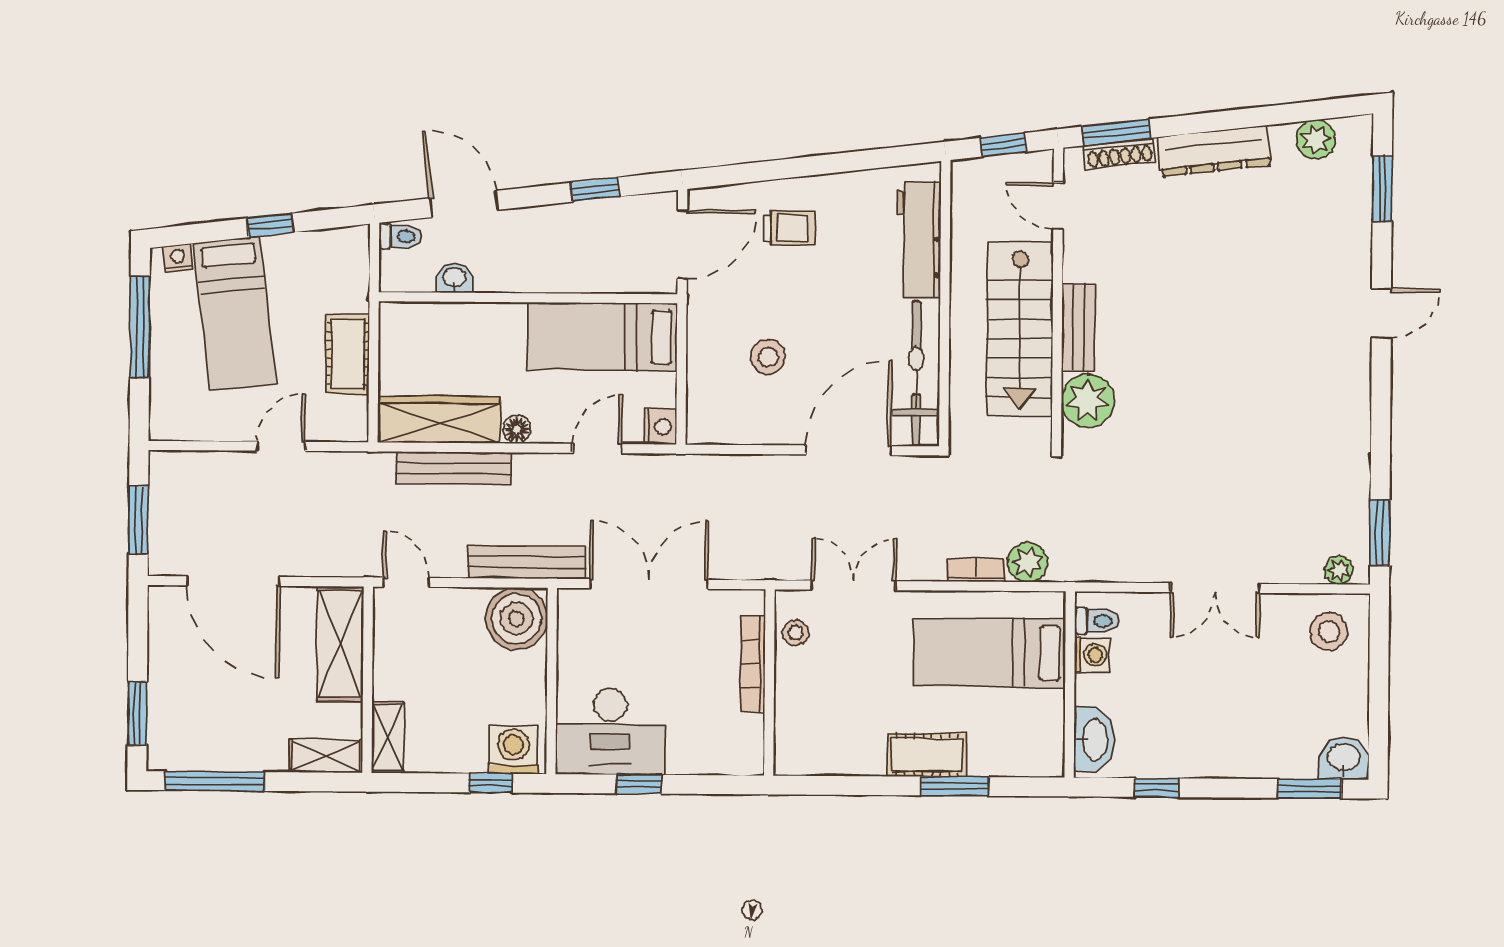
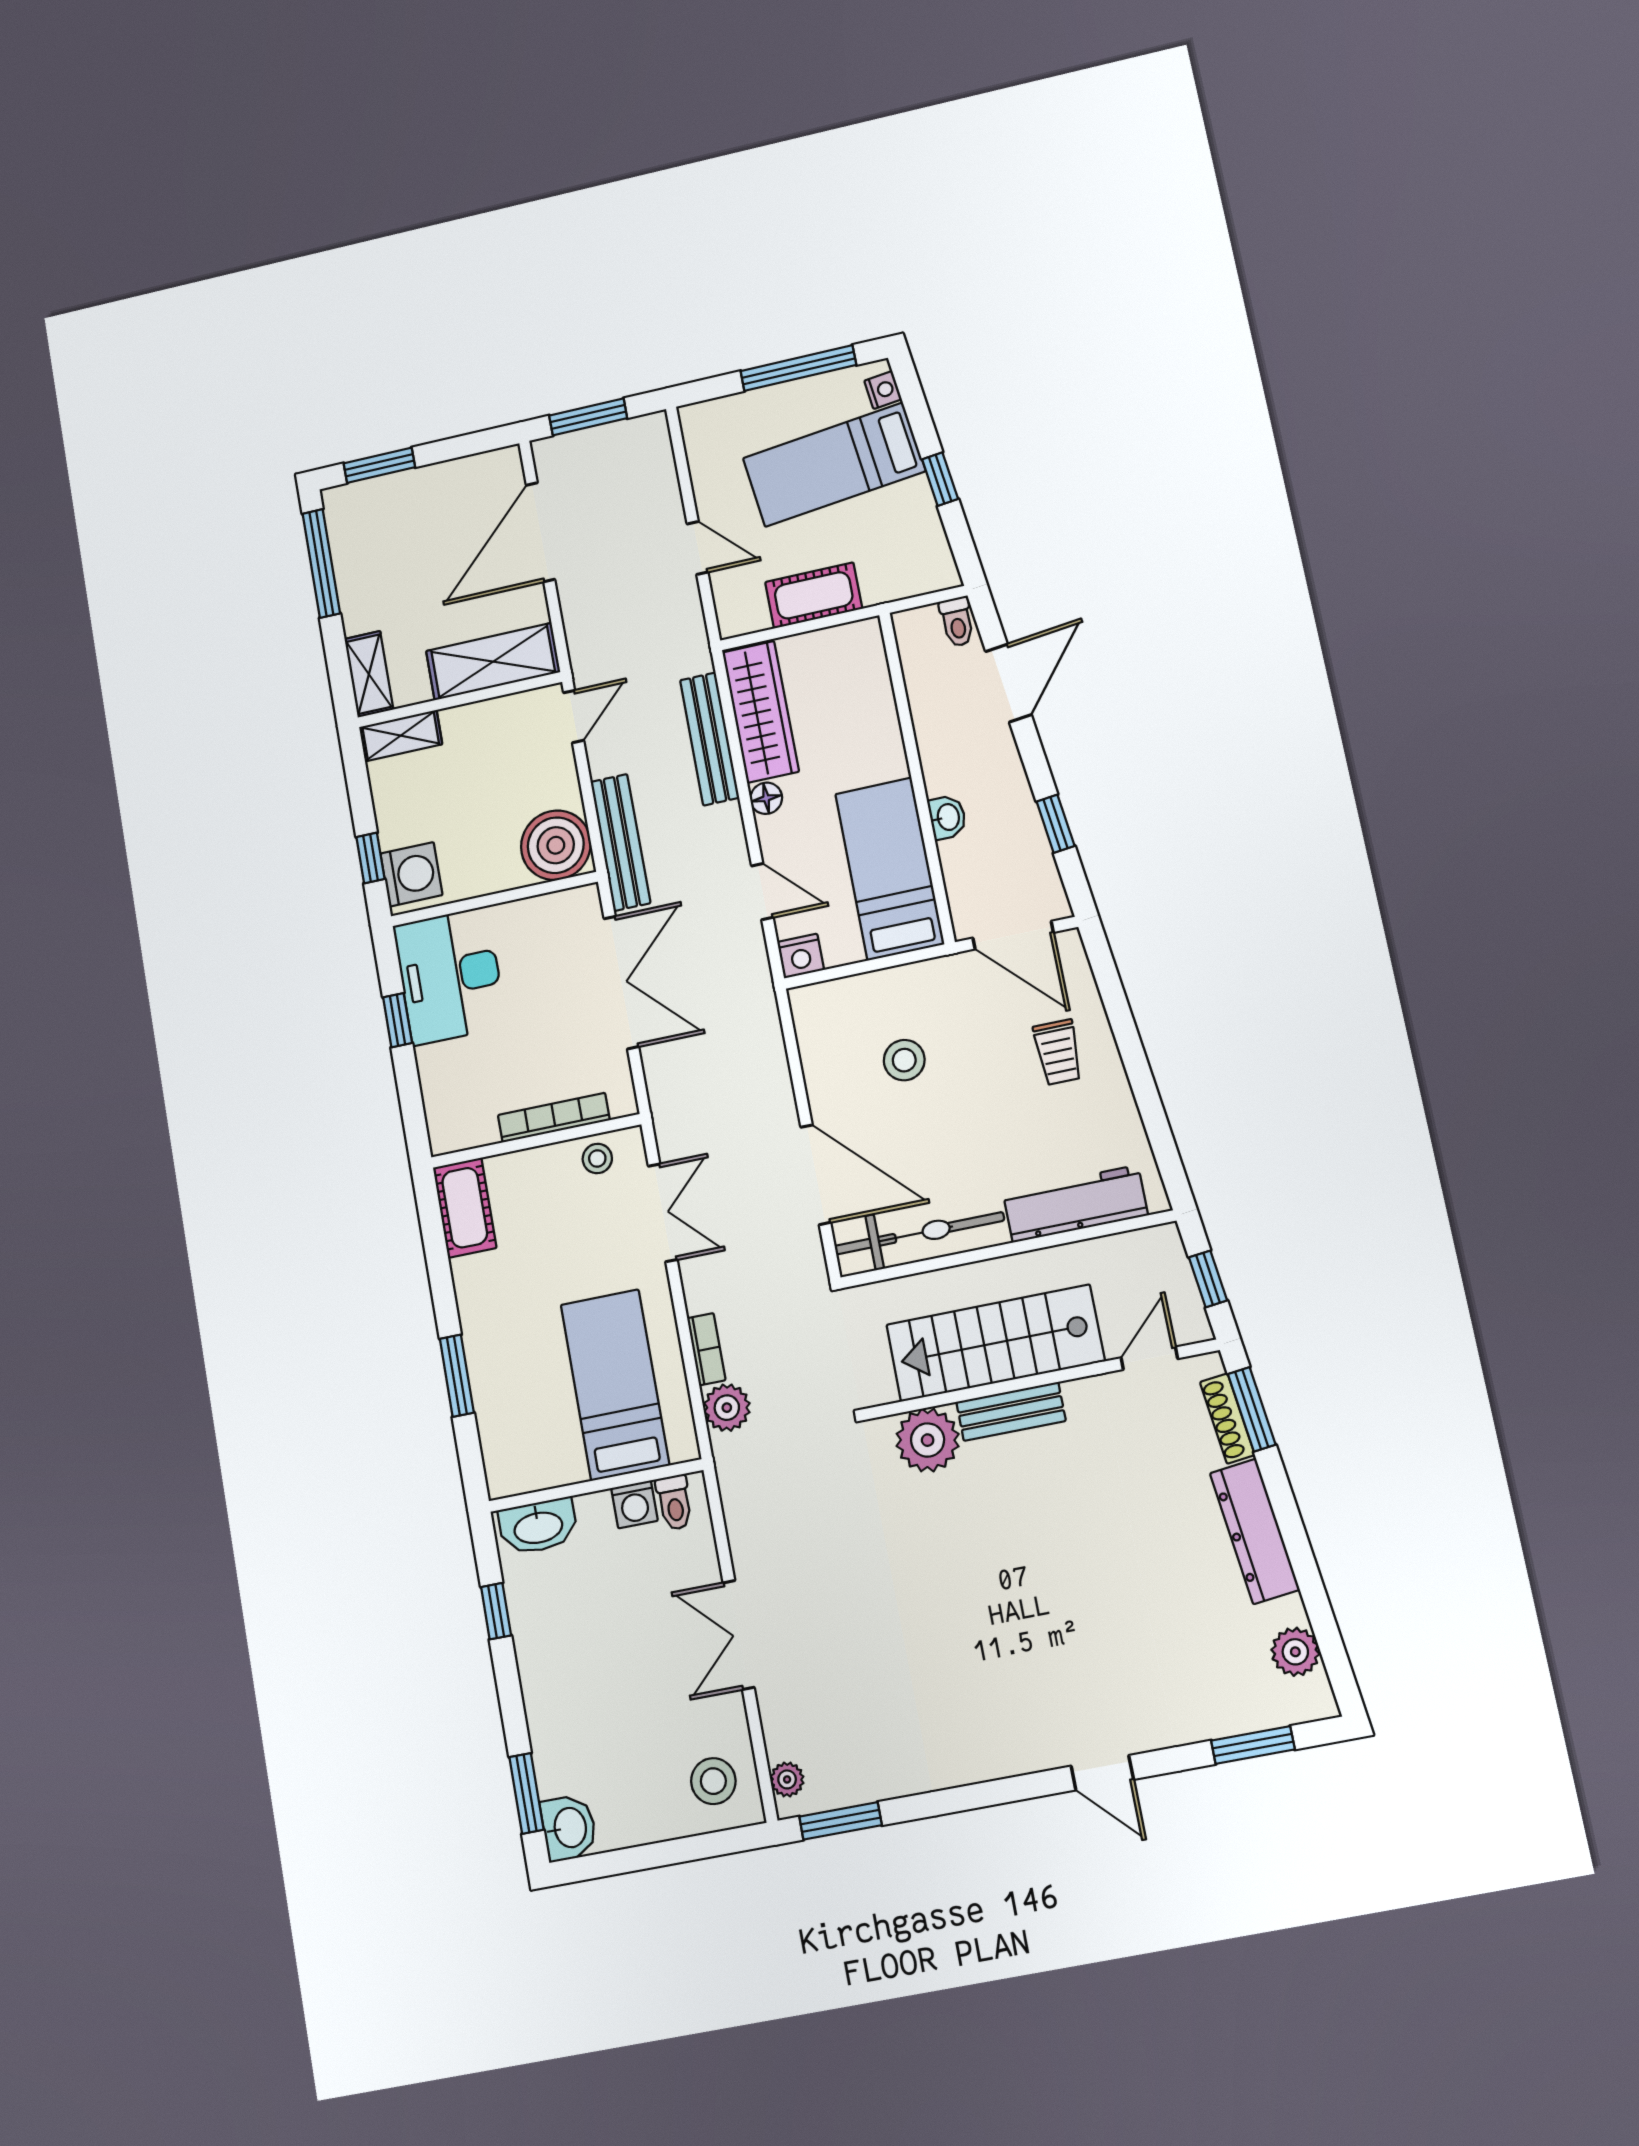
washbasin: (455, 278) -> (947, 817), moved
cot: (927, 755) -> (465, 1208), moved

